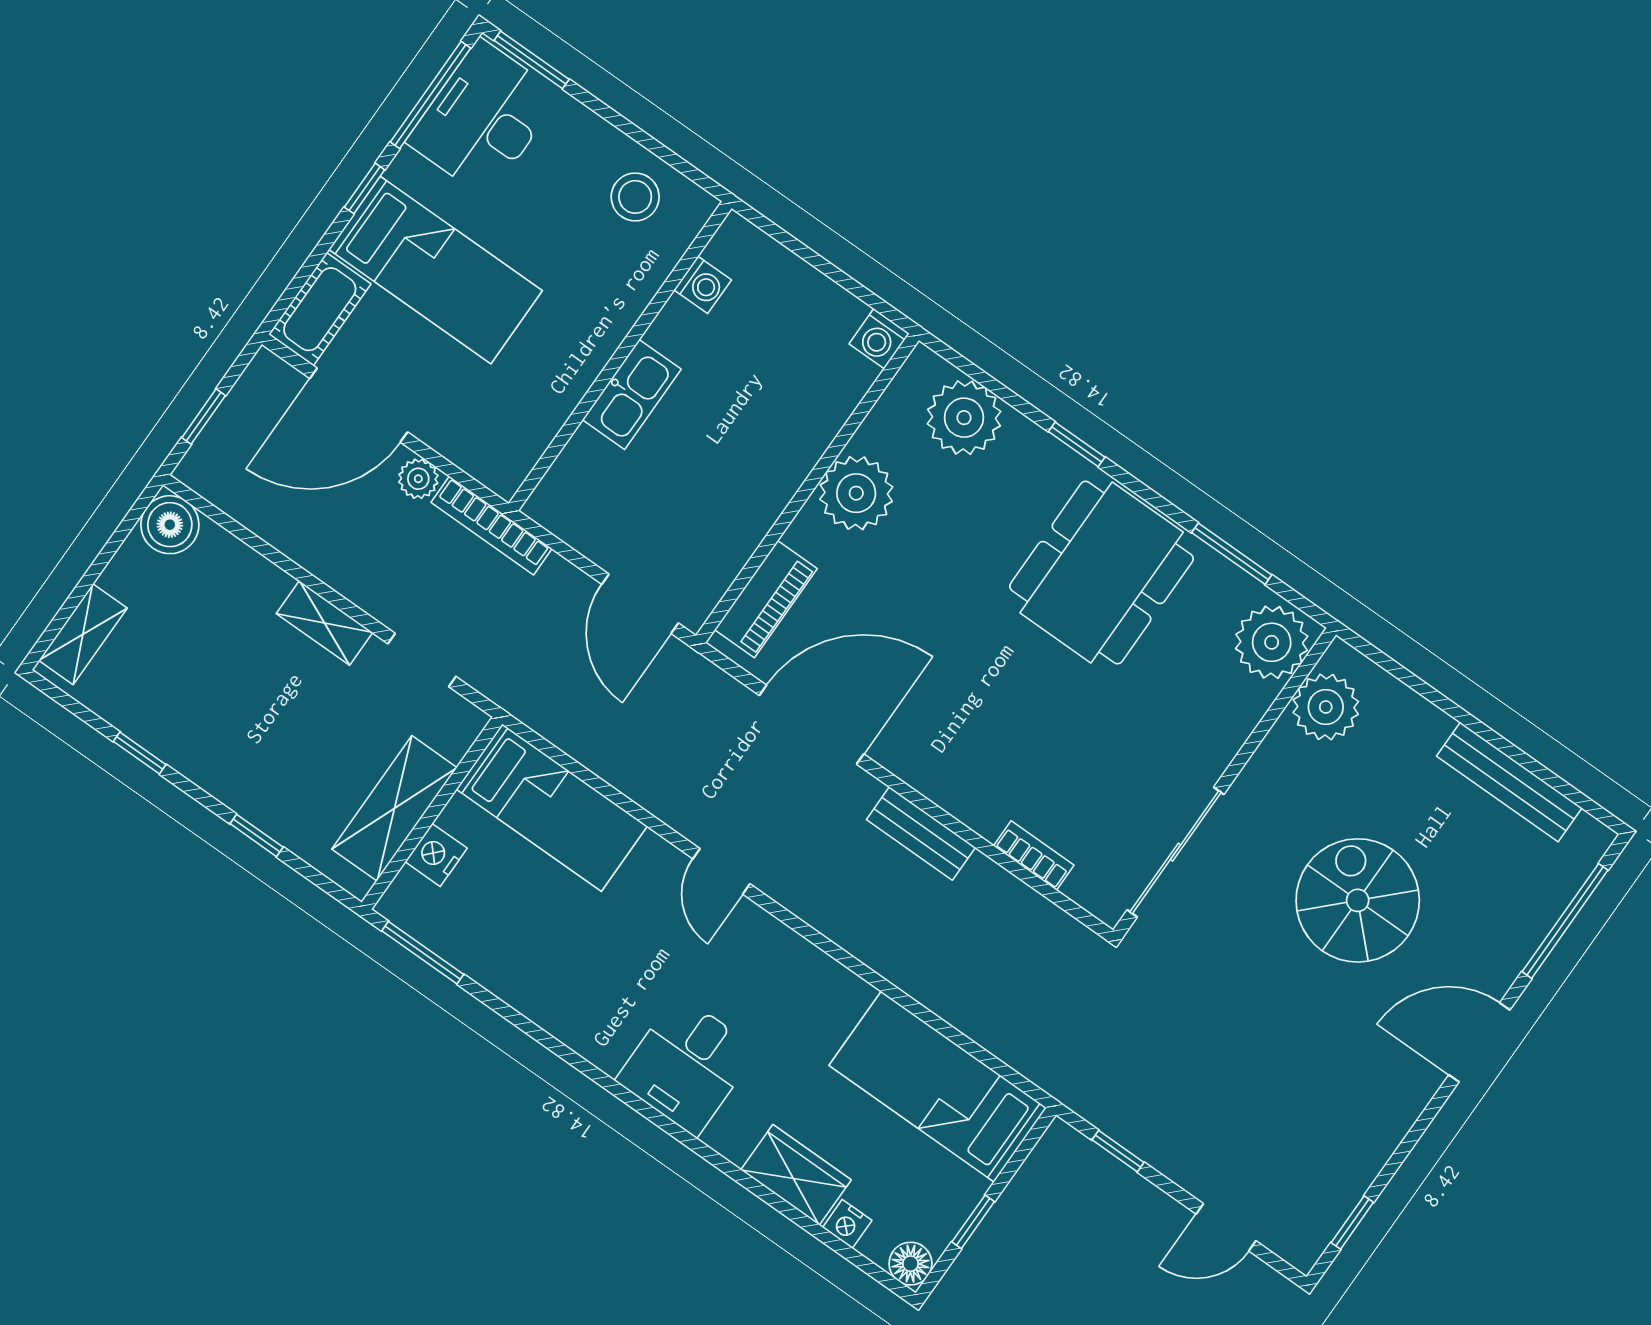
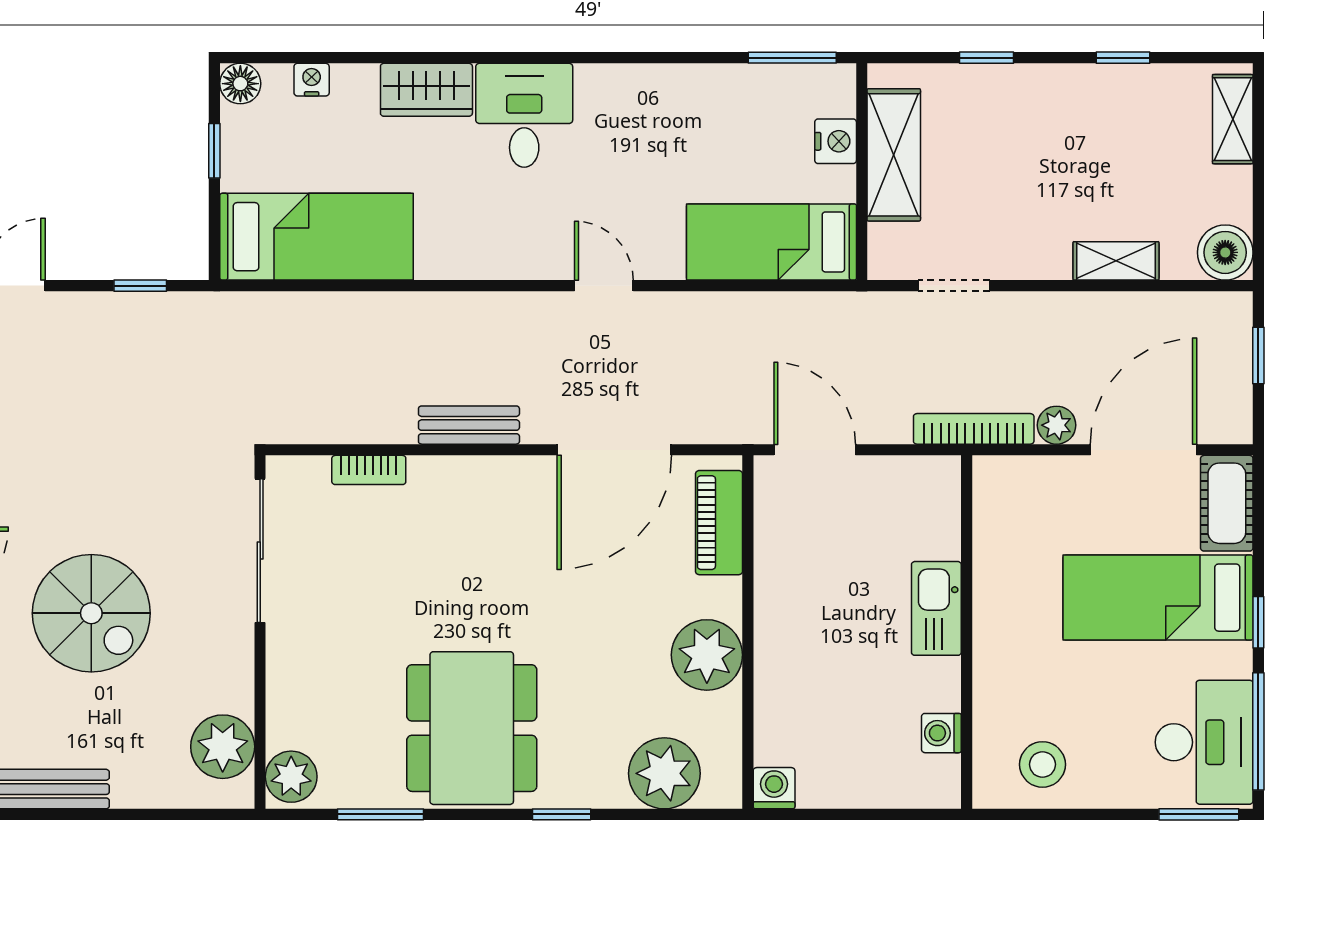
shelving: (324, 623) -> (1116, 261), moved
plant: (1272, 642) -> (291, 777), width x0.73, depth x0.73
wardrobe: (796, 1175) -> (426, 90), moved

